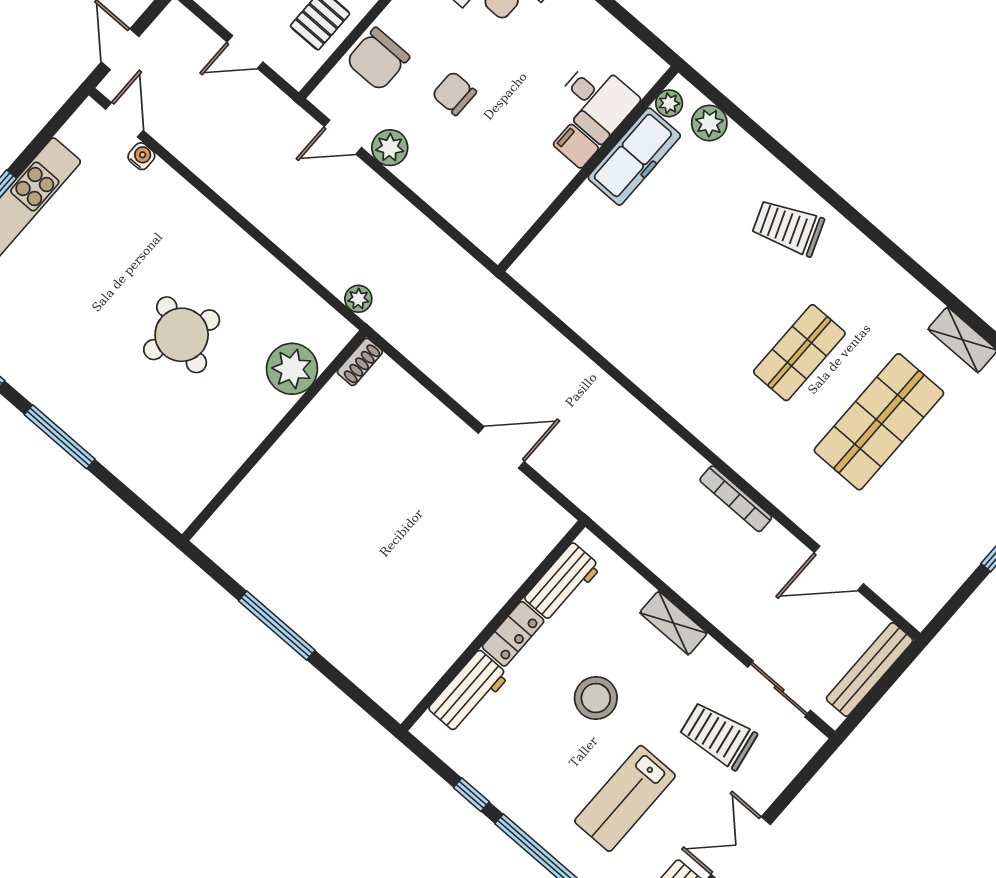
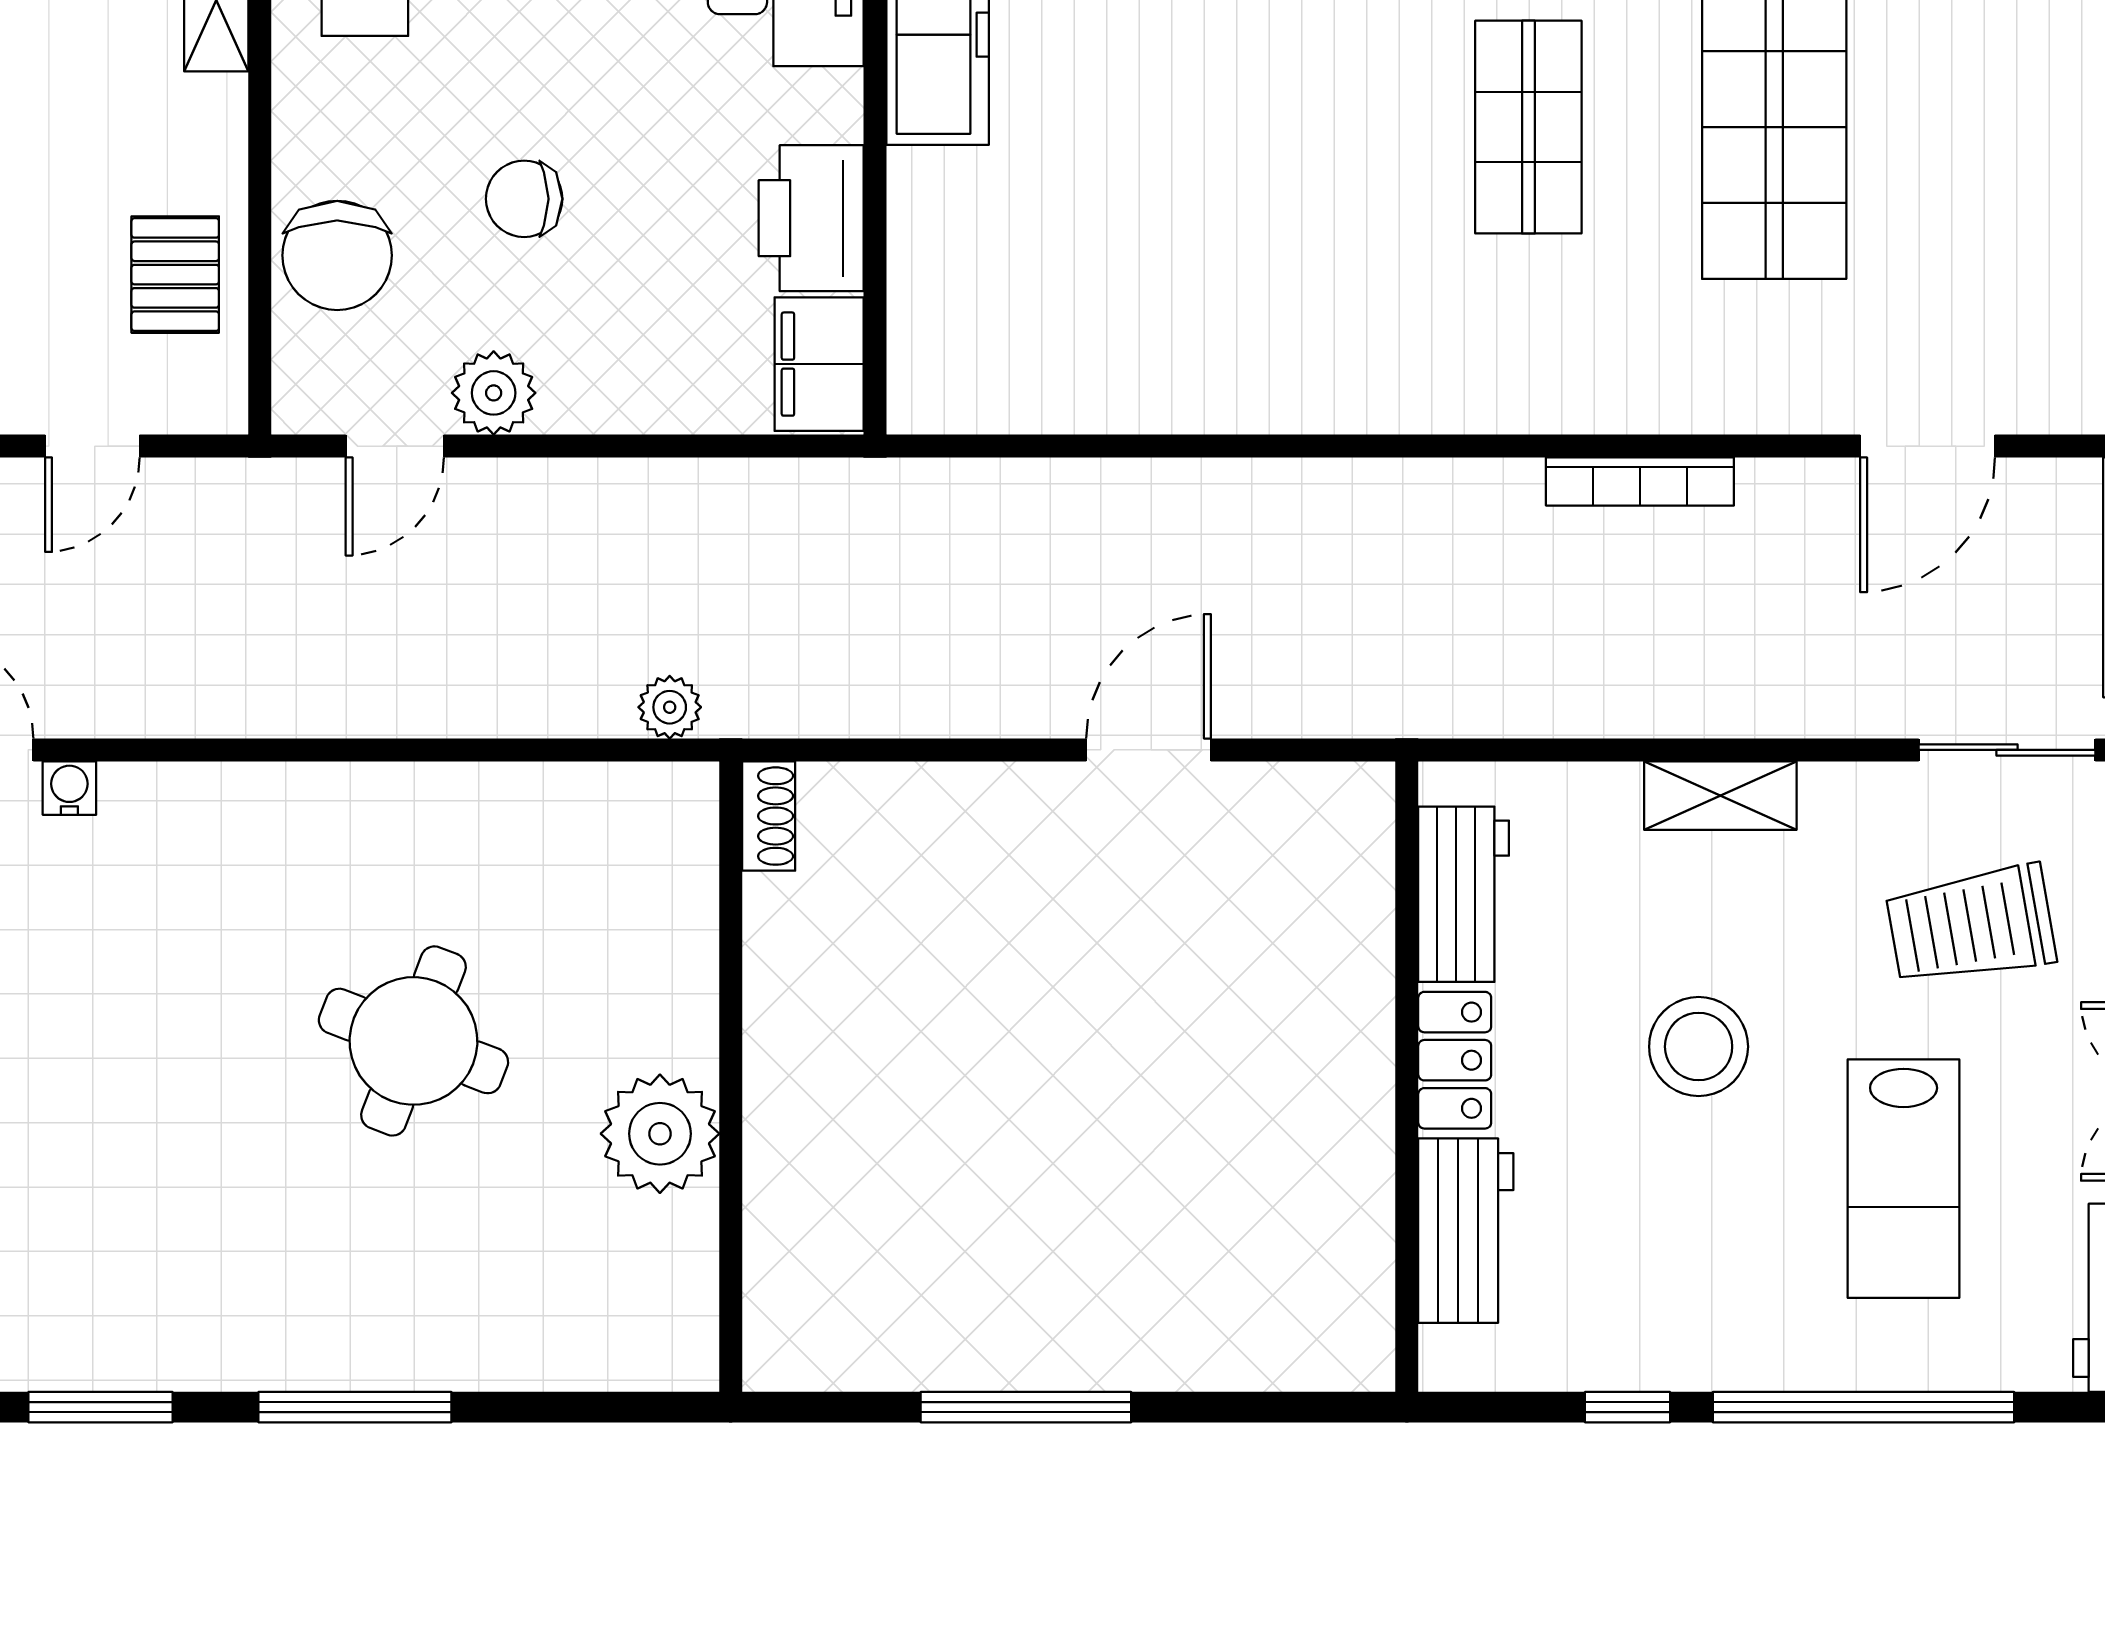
filing cabinet: (576, 146) -> (819, 364), moved, width x2.00
printer: (542, 180) -> (811, 218), added
plant: (292, 369) -> (660, 1134), moved

